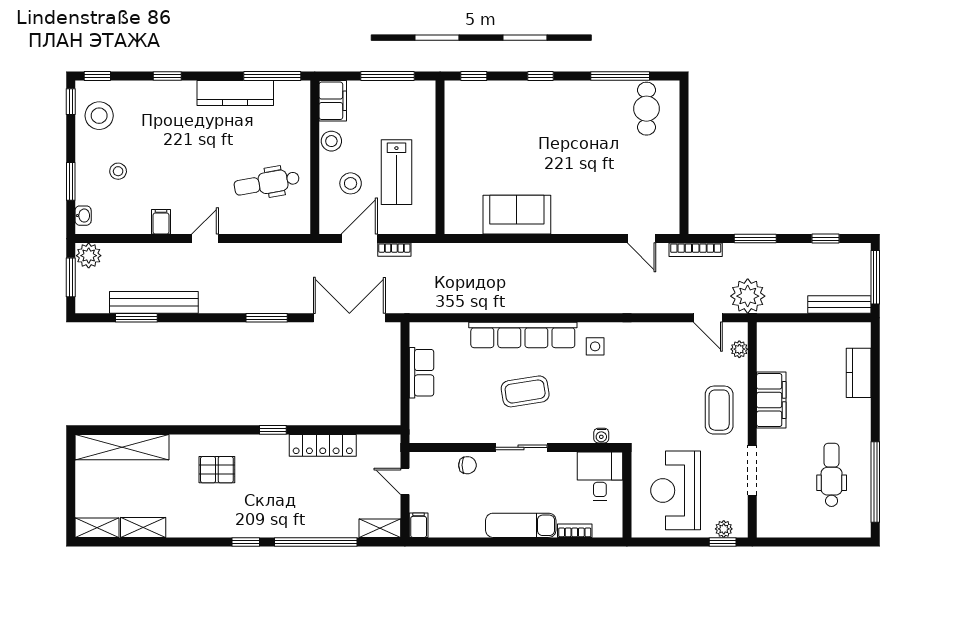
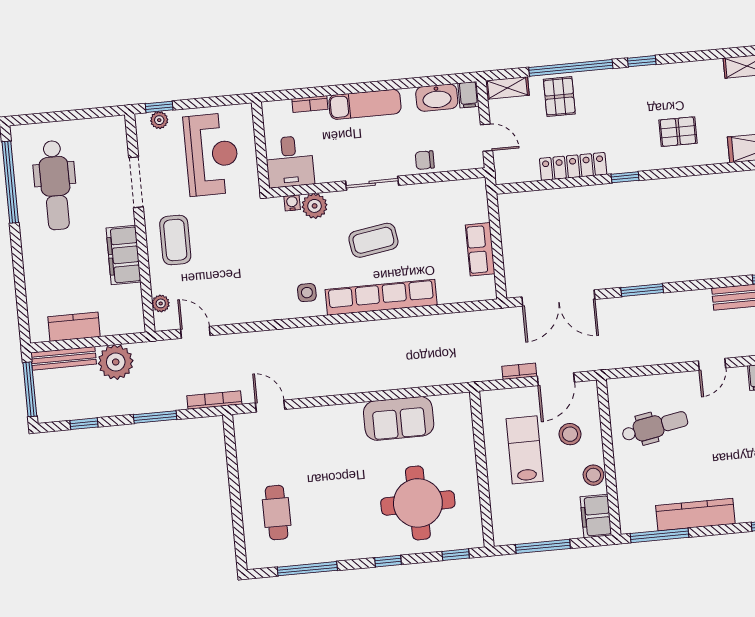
cafe table: (647, 109) -> (277, 513), moved
round table: (506, 130) -> (418, 503), added
plant: (748, 296) -> (116, 362), moved
kitchen counter: (859, 373) -> (74, 327), moved, turned -90
plant: (580, 431) -> (315, 206), added
dental chair: (832, 475) -> (55, 185), width x1.36, depth x1.38
pallet: (330, 515) -> (559, 97), added
washbasin: (450, 525) -> (437, 98), added

